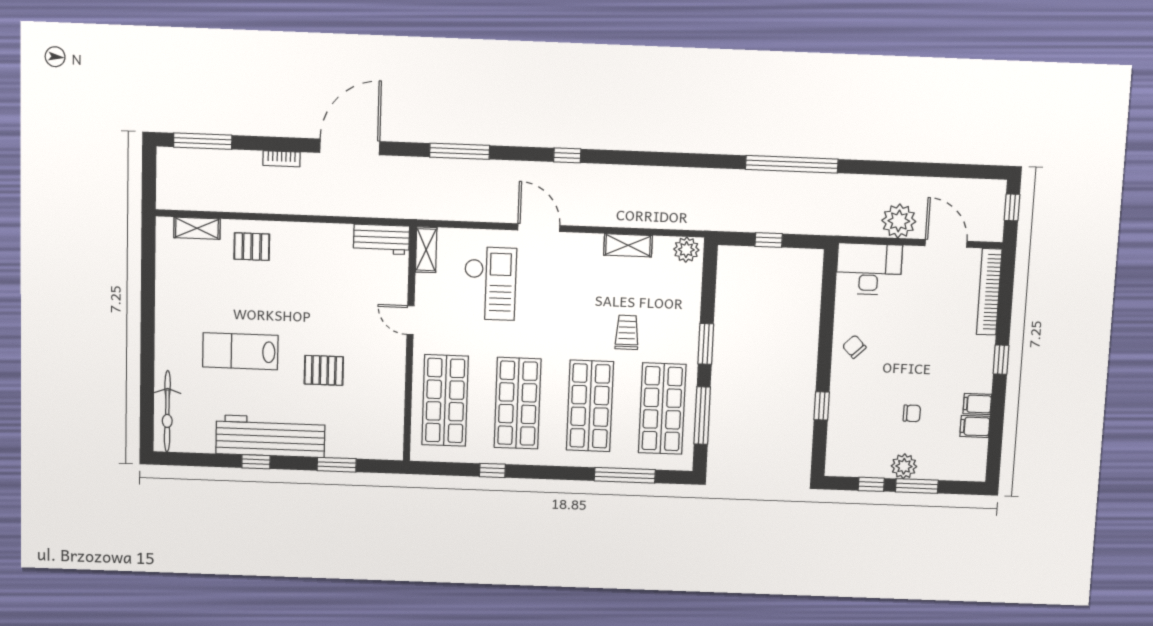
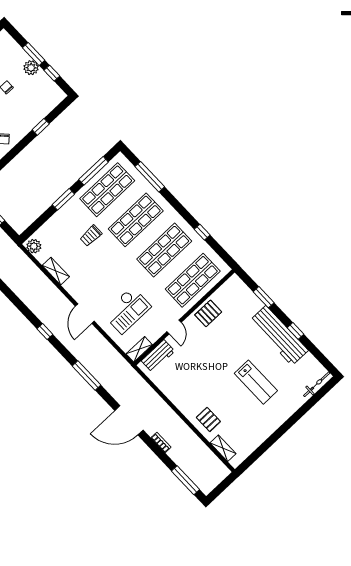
workbench: (381, 239) -> (158, 356), moved, turned 90
checkout: (490, 283) -> (127, 310), turned 180
pallet: (324, 370) -> (208, 313), moved, turned 90
bicycle: (167, 411) -> (317, 384), width x0.73, depth x0.71

